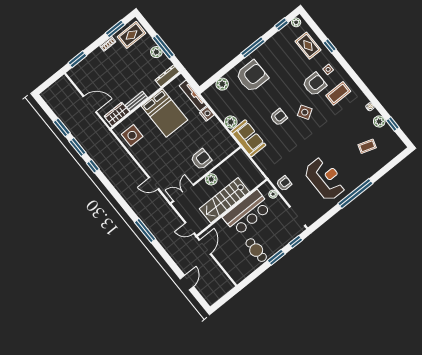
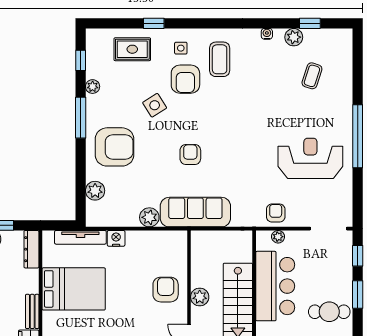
plant: (296, 22) -> (93, 87), moved
armchair: (252, 76) -> (114, 147), turned 90
armchair: (314, 84) -> (185, 79), turned 180
side table: (305, 112) -> (155, 105), moved
sofa: (248, 138) -> (195, 212), width x1.36

